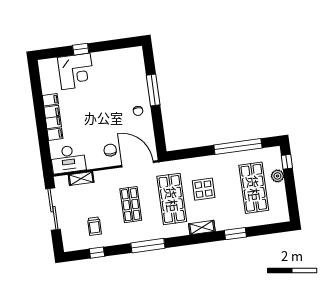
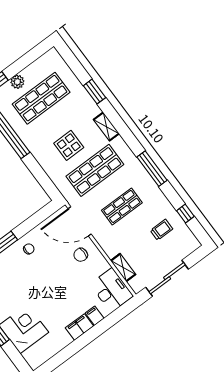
filing cabinet: (50, 100) -> (64, 338), removed
door: (138, 164) -> (80, 221), hinge flipped

